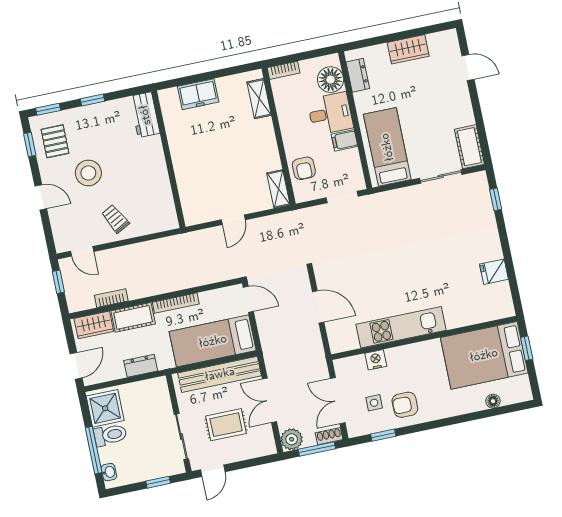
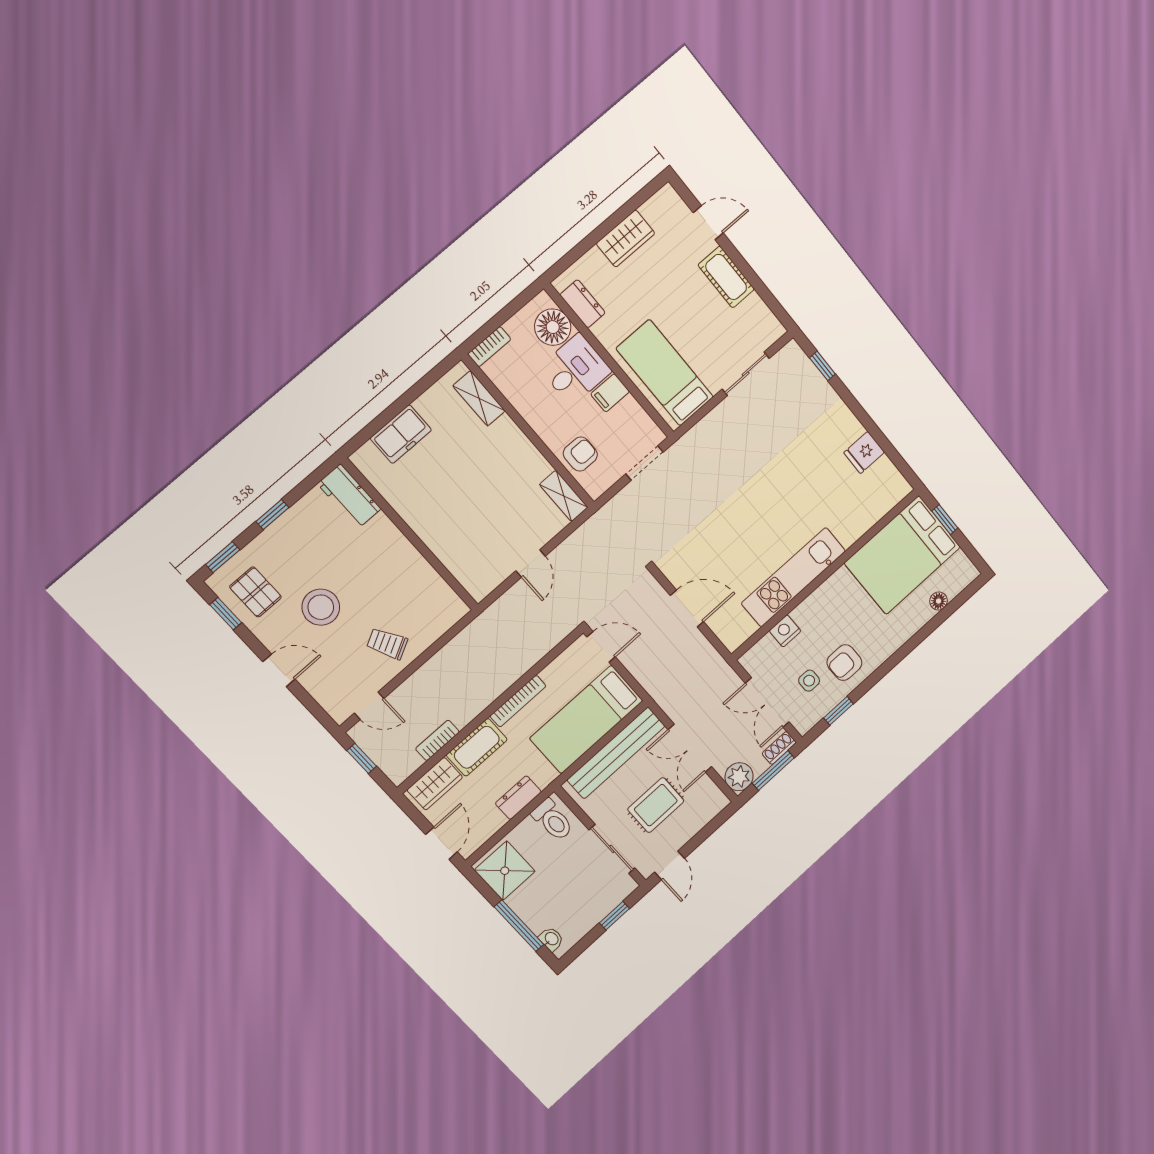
cot: (469, 147) -> (726, 277), moved
armchair: (304, 168) -> (580, 454), turned -90
toilet: (110, 435) -> (553, 820), moved, turned 90

